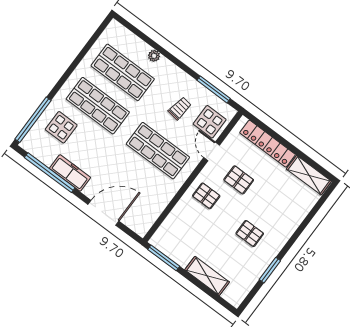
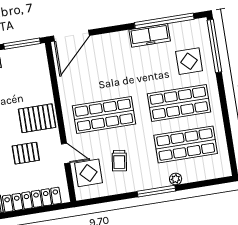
window: (214, 89) -> (156, 191), moved
pallet: (206, 196) -> (37, 118), width x1.50, depth x1.42
door: (103, 213) -> (71, 36), moved

